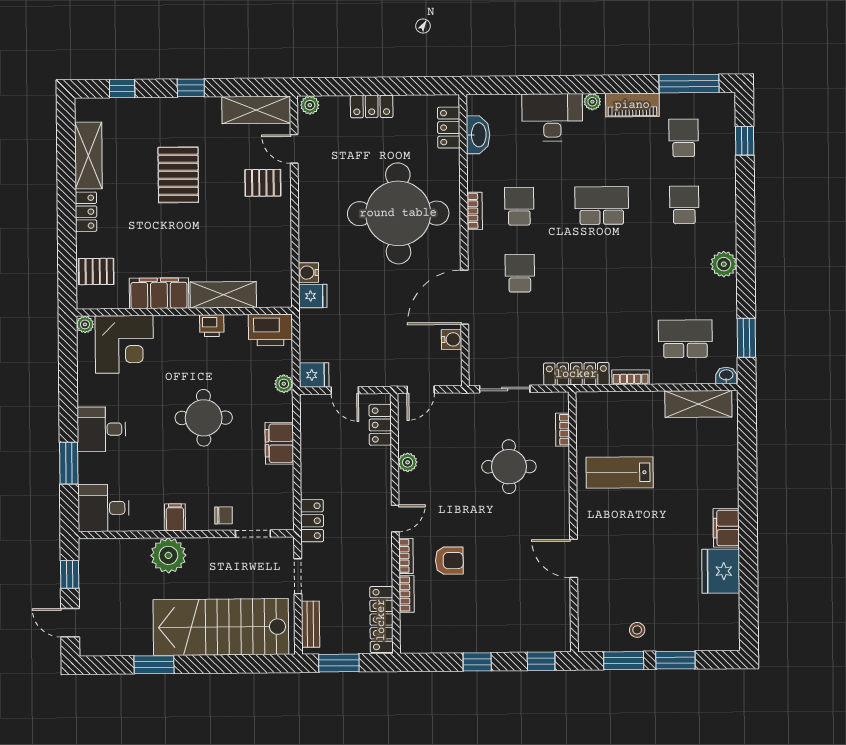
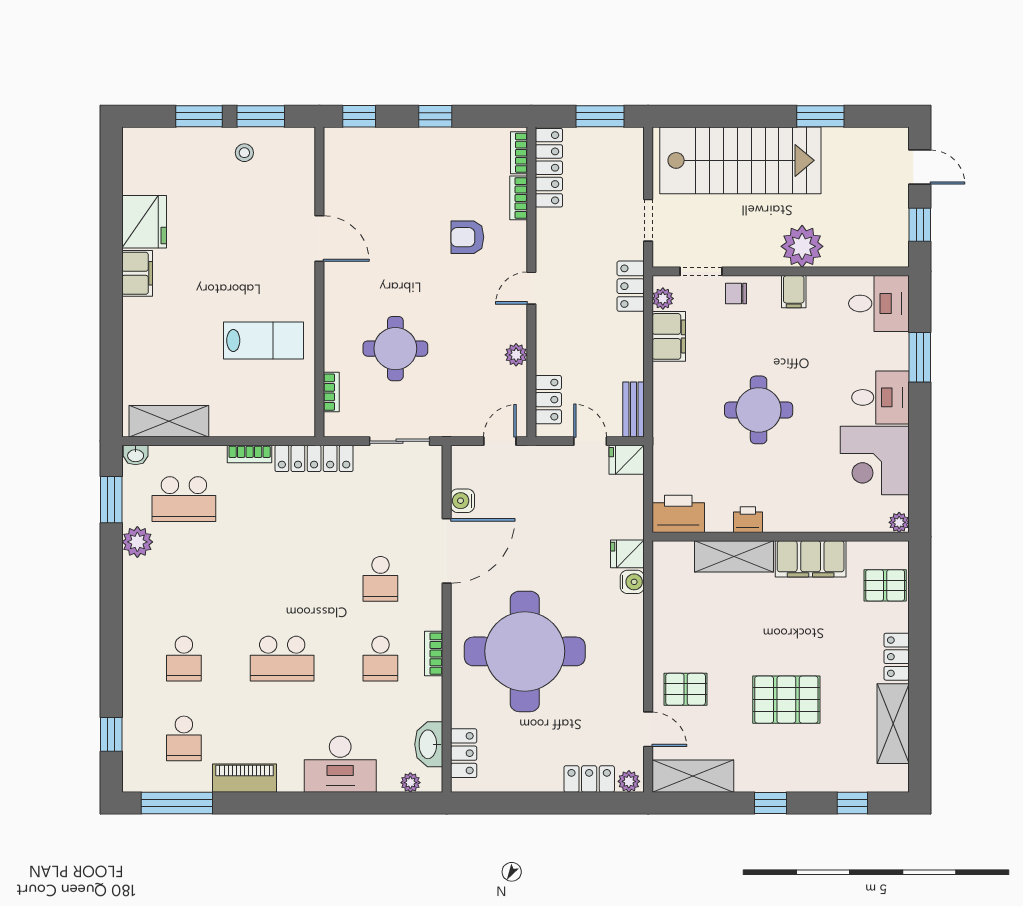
plant: (592, 102) -> (410, 783), moved
locker: (372, 107) -> (589, 779), moved
pallet: (178, 175) -> (786, 700), turned 90
plant: (724, 264) -> (137, 542), moved
corner desk: (124, 344) -> (875, 461), moved, turned -90
plant: (284, 384) -> (663, 299), moved
filing cabinet: (279, 443) -> (669, 336), moved
bookcase: (406, 556) -> (519, 153), moved
bench: (310, 624) -> (634, 410), moved

